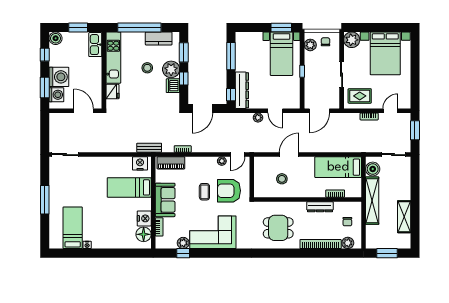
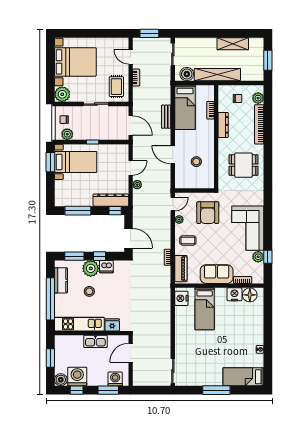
kitchen sink: (95, 45) -> (95, 341), moved
washing machine: (59, 77) -> (77, 376), moved
bench: (149, 148) -> (166, 117), moved
door: (238, 155) -> (173, 204), hinge flipped
coffee table: (204, 192) -> (188, 240), moved
bed: (73, 228) -> (243, 377), moved
dining table: (278, 228) -> (244, 165), turned 90

